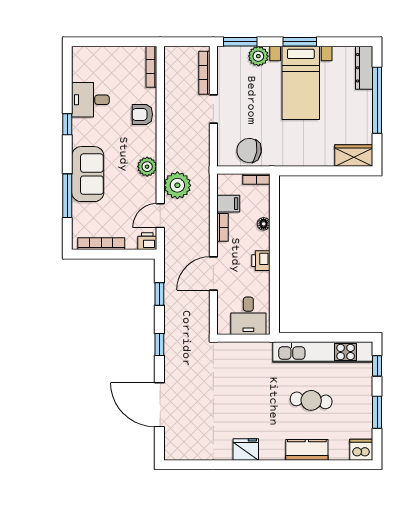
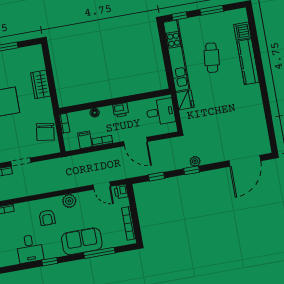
armchair: (142, 114) -> (47, 218), moved
wardrobe: (354, 156) -> (41, 84), moved
plant: (177, 185) -> (195, 161), moved, width x0.53, depth x0.53
door: (159, 405) -> (245, 161), moved
fridge: (246, 449) -> (185, 100), moved, turned 180
kitchen counter: (307, 450) -> (248, 62), width x1.50
dishwasher: (361, 450) -> (242, 31), moved

